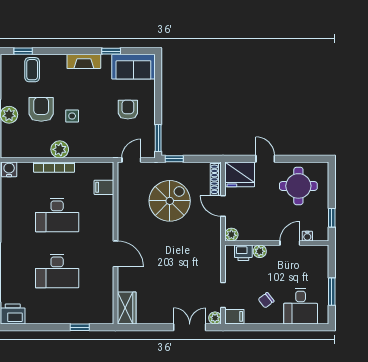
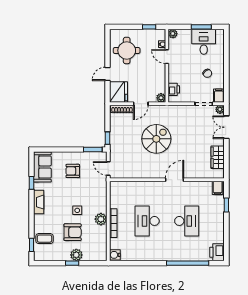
armchair: (41, 109) -> (73, 232), turned 180
filing cabinet: (104, 187) -> (218, 188), moved
spiral stairs: (170, 201) -> (156, 139), moved, turned 90
desk: (57, 215) -> (147, 221), turned 180
plant: (260, 251) -> (173, 34), moved
desk: (301, 306) -> (204, 42), moved, turned -90
wardrobe: (127, 308) -> (218, 157), moved, turned -90

